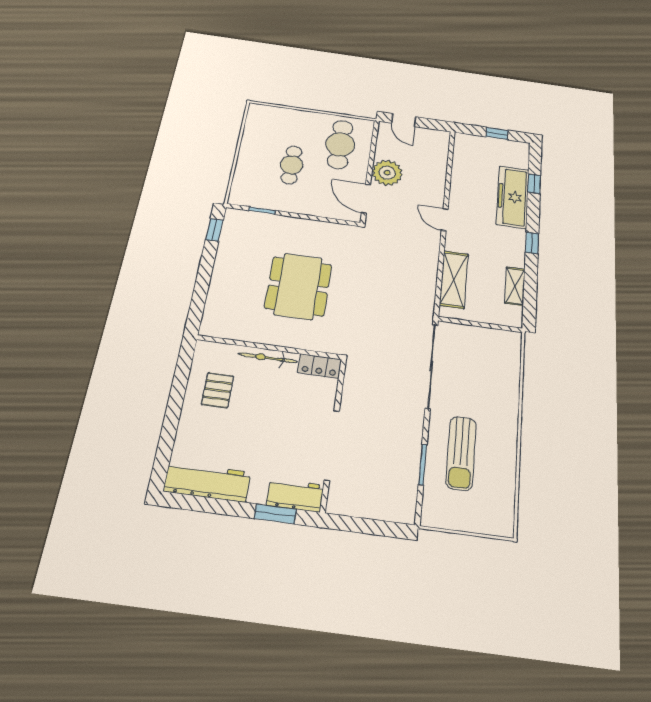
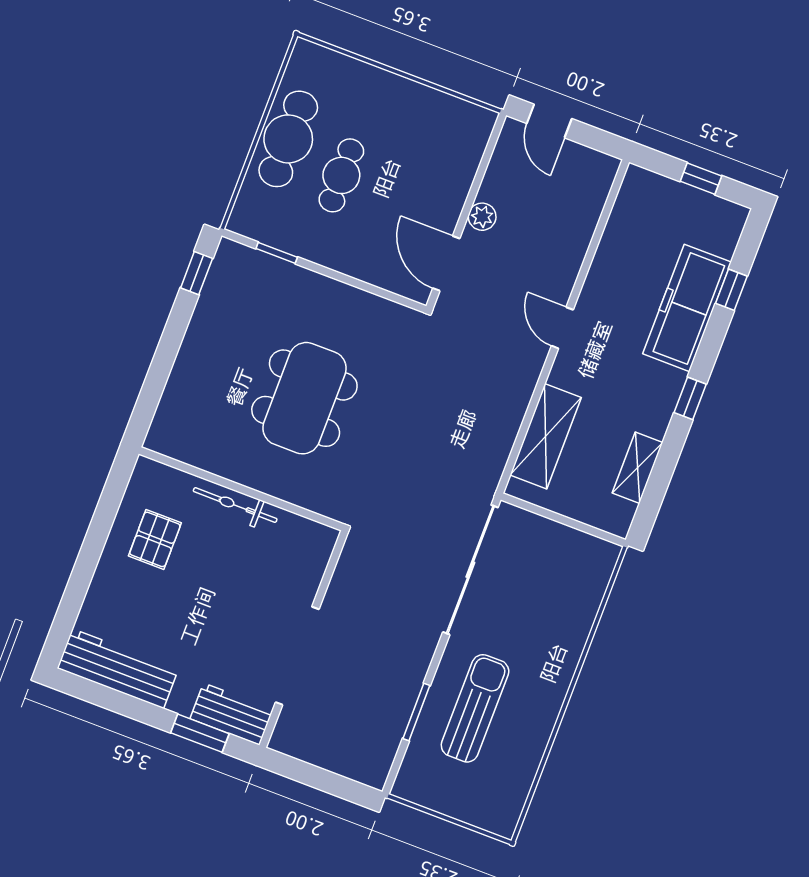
cafe table: (340, 144) -> (288, 139), moved
plant: (387, 173) -> (482, 217), width x0.53, depth x0.53
locker: (320, 366) -> (307, 534), removed
sun lounger: (461, 453) -> (475, 708), turned 180

